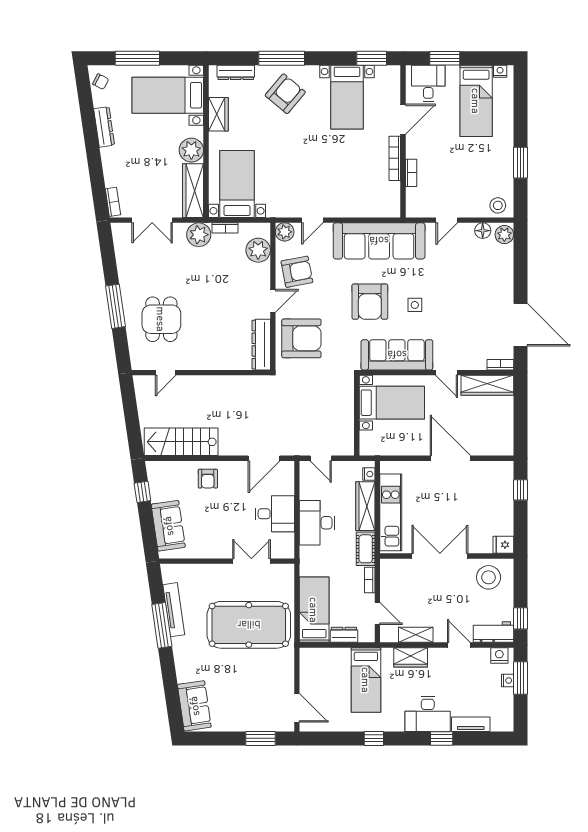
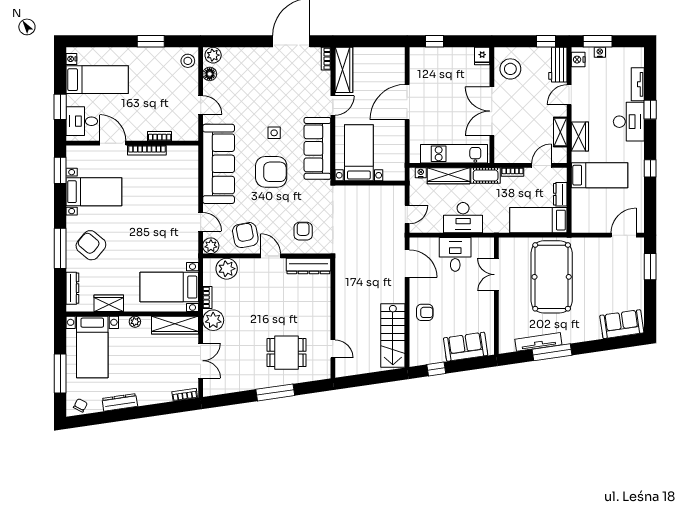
plant: (191, 150) -> (135, 322), width x0.53, depth x0.53
armchair: (301, 338) -> (303, 231), width x0.53, depth x0.53

